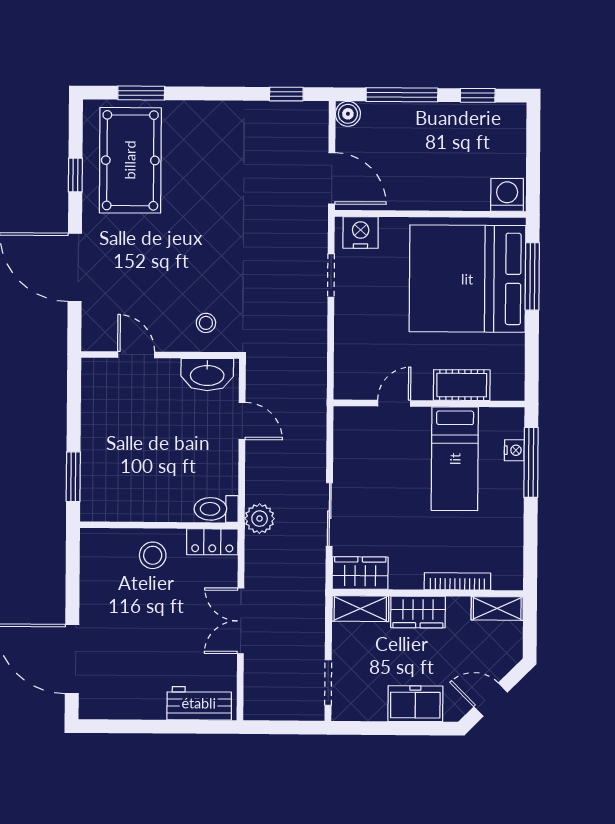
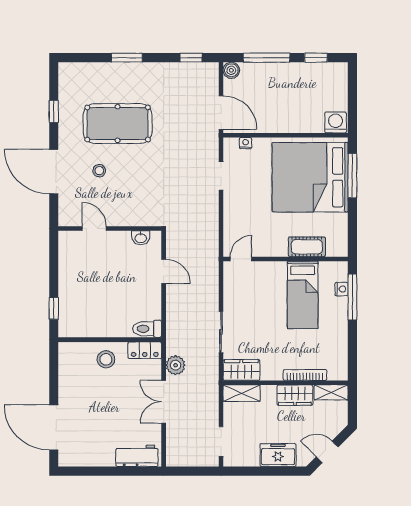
window: (141, 93) -> (127, 58), moved
pool table: (130, 160) -> (118, 124), moved, turned 90
nightstand: (361, 233) -> (246, 143), width x0.53, depth x0.56
stool: (206, 323) -> (99, 171), moved
washbasin: (207, 375) -> (141, 238), width x0.52, depth x0.69
door: (394, 403) -> (241, 259), moved
window: (73, 477) -> (54, 308), width x0.67
plant: (260, 519) -> (175, 365), moved
wardrobe: (418, 612) -> (295, 395), moved

